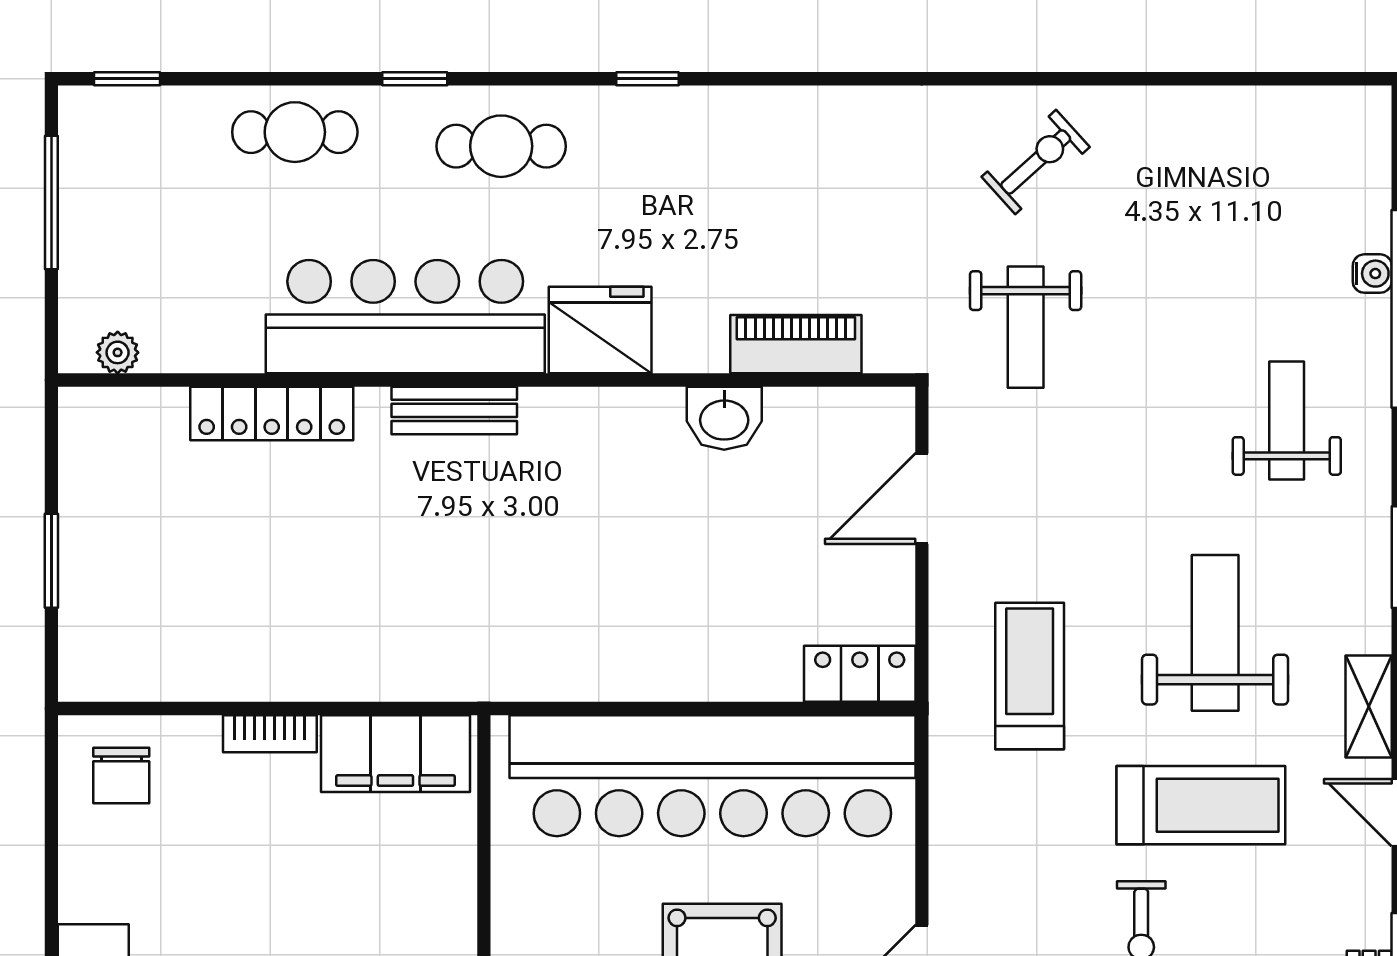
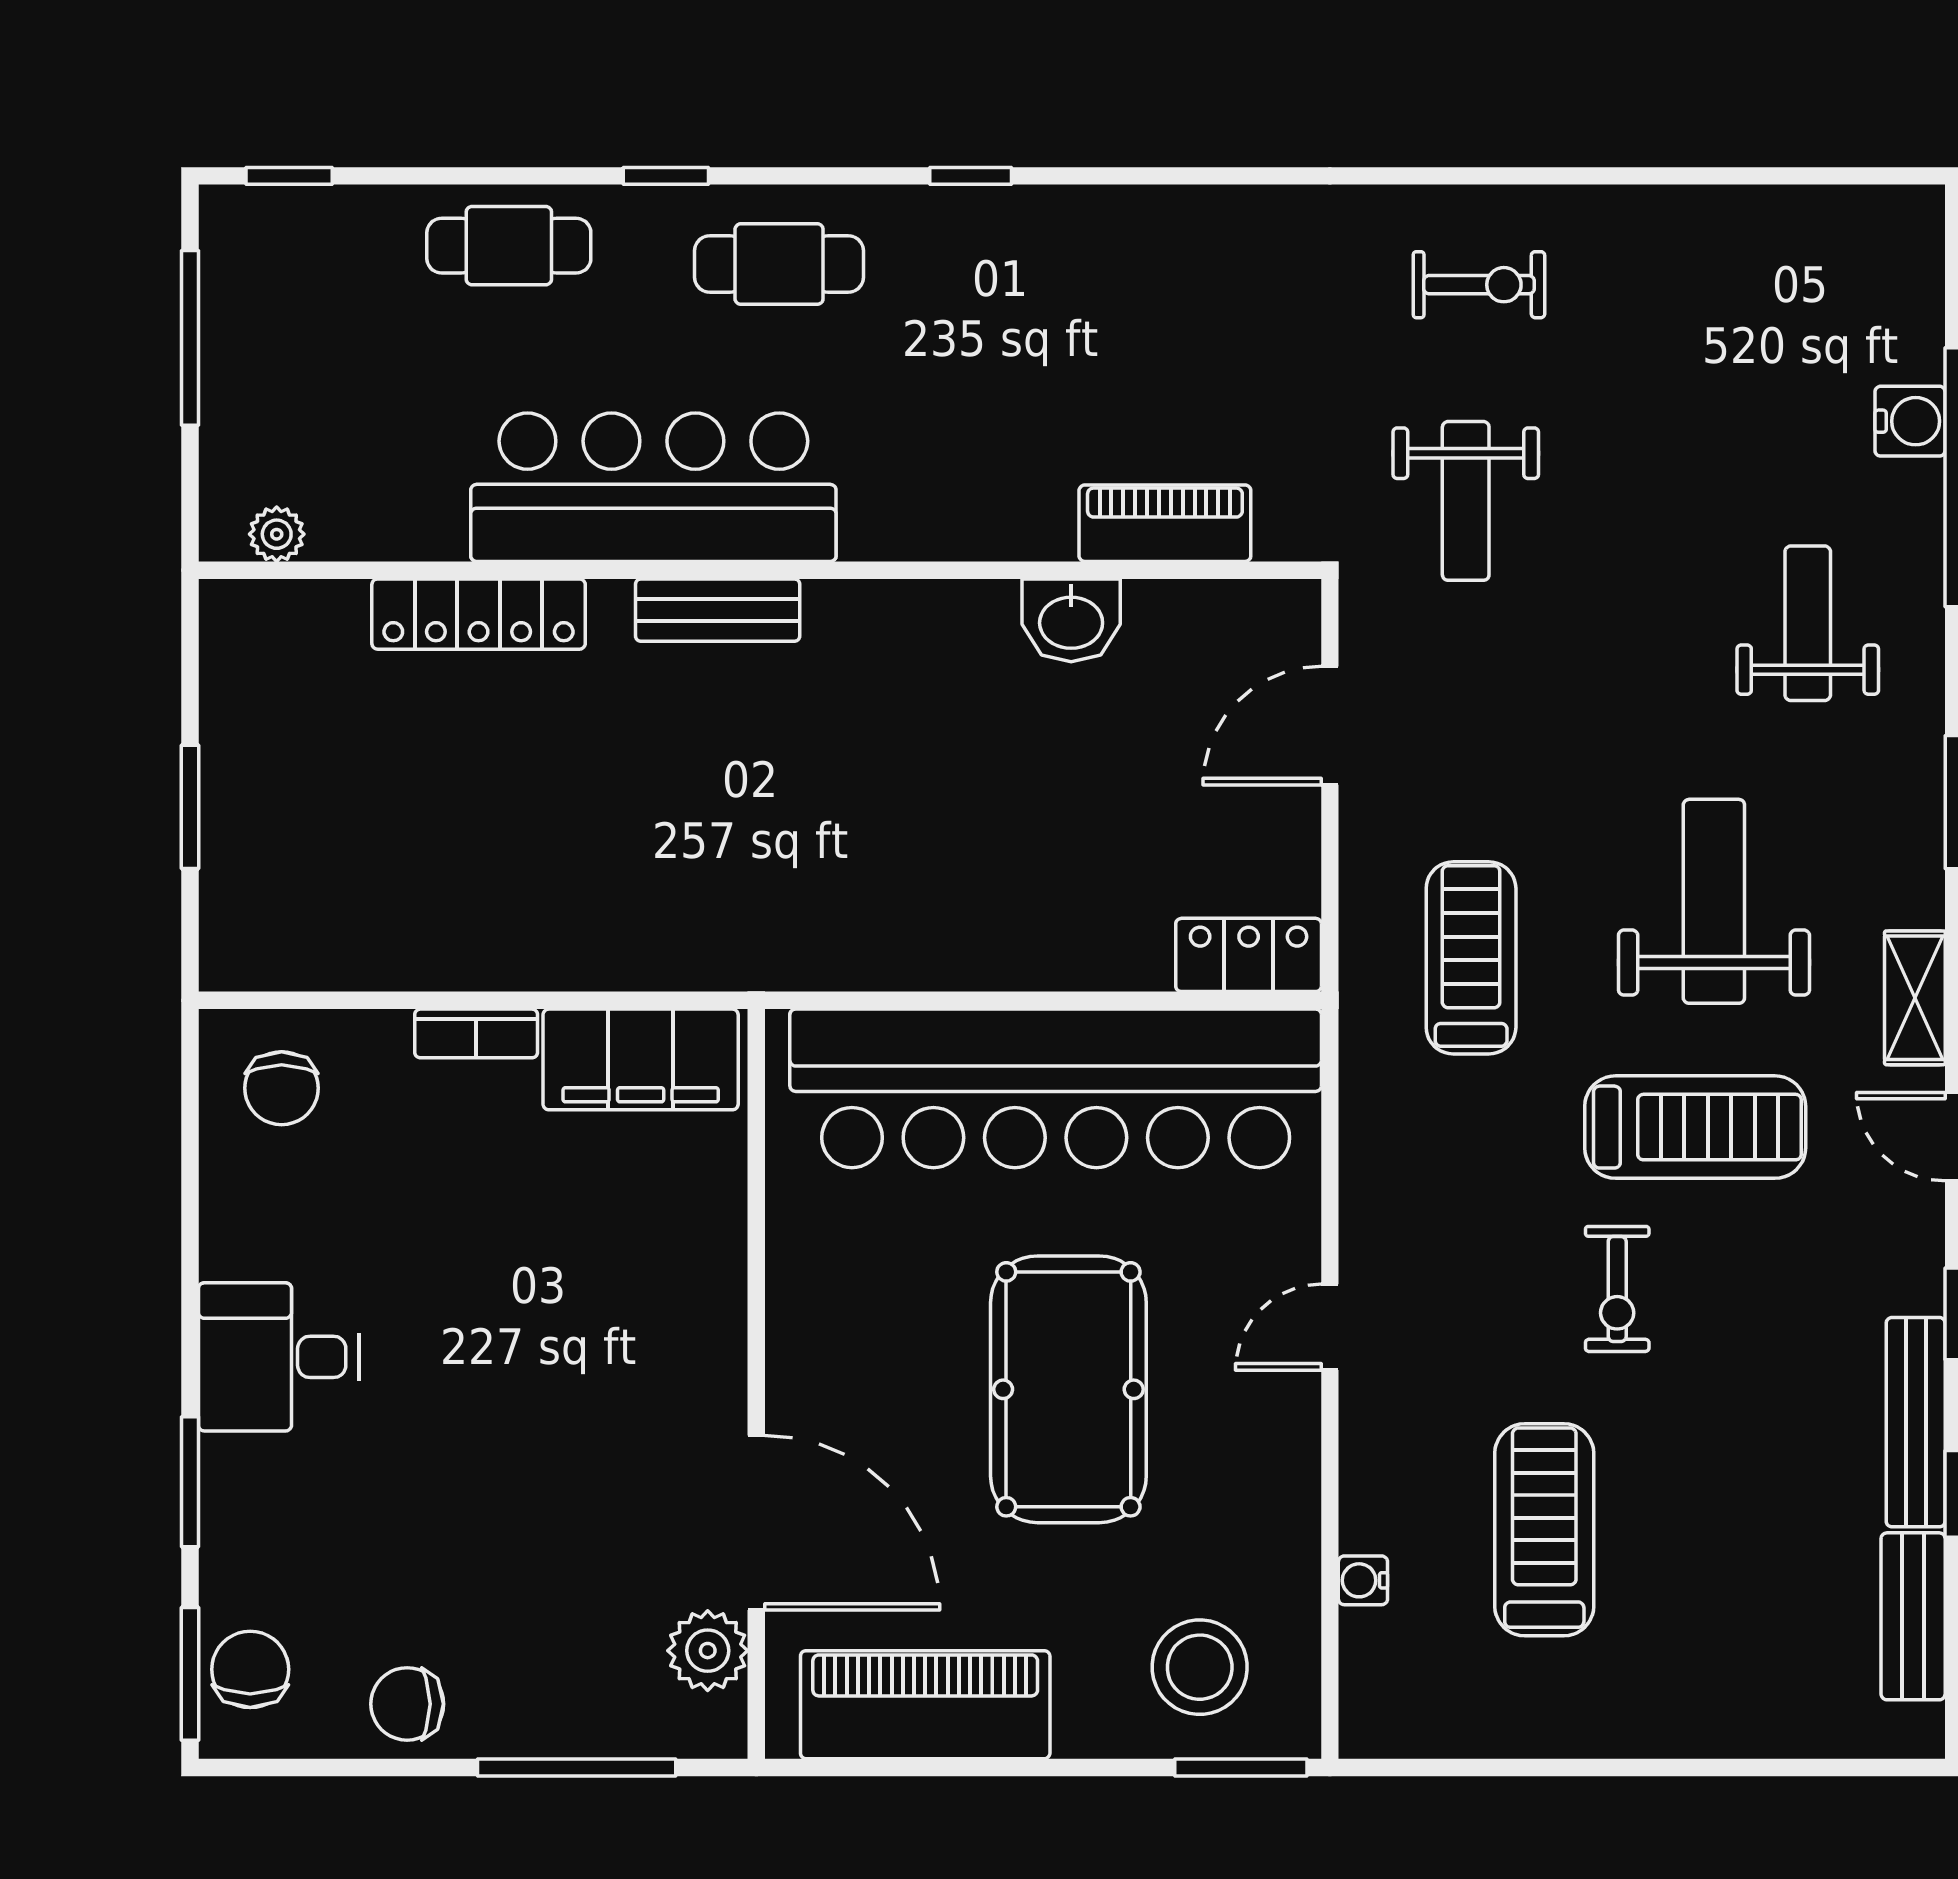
exercise bike: (1036, 162) -> (1479, 285), turned 42
water cooler: (1372, 274) -> (1910, 421), width x1.38, depth x1.38
fridge: (600, 330) -> (909, 505), removed

